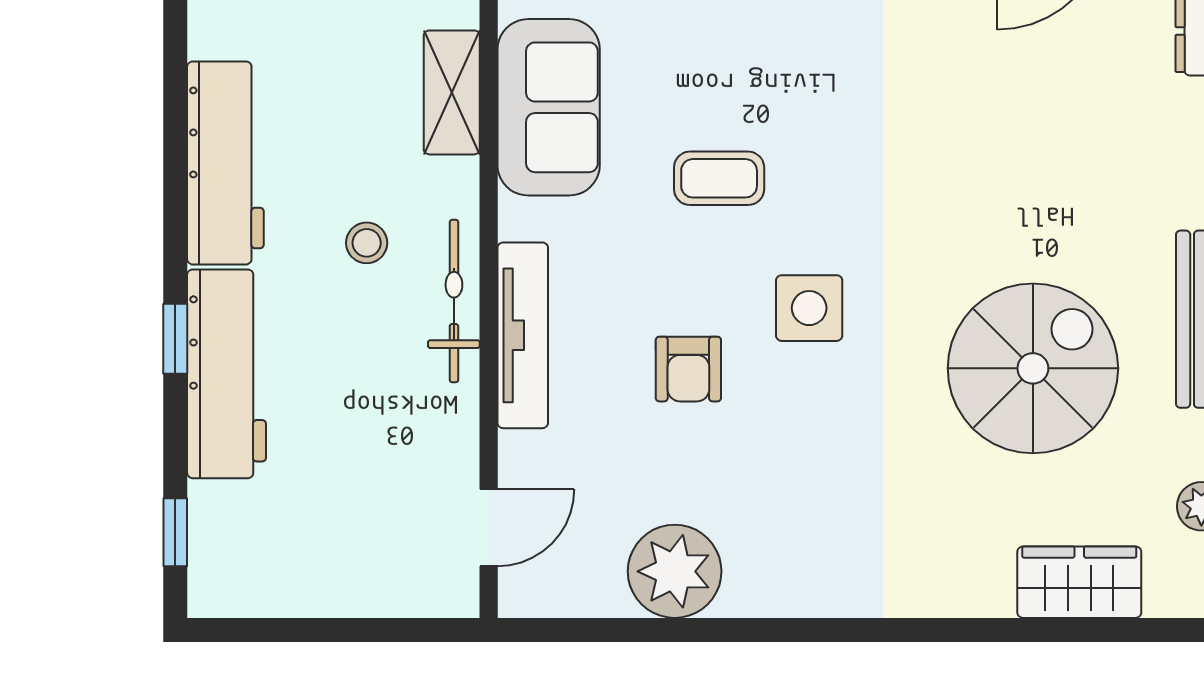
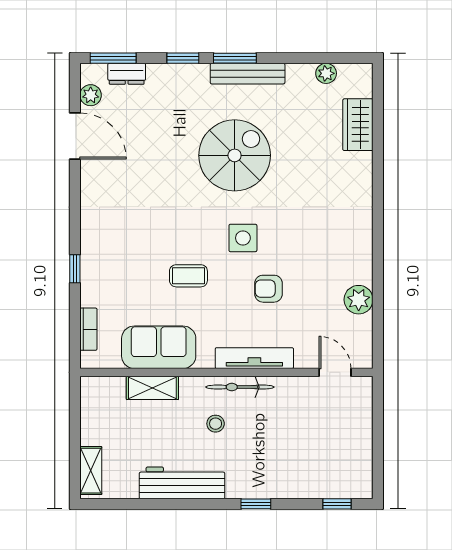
coffee table: (719, 178) -> (188, 276), turned 90
spiral stairs: (1033, 368) -> (235, 155), moved, turned 90
armchair: (688, 369) -> (268, 289), turned 180
workbench: (226, 374) -> (271, 482), removed
plant: (675, 571) -> (359, 300), width x0.73, depth x0.73

